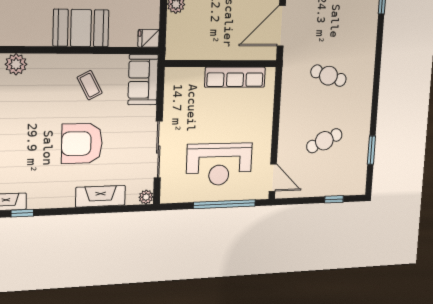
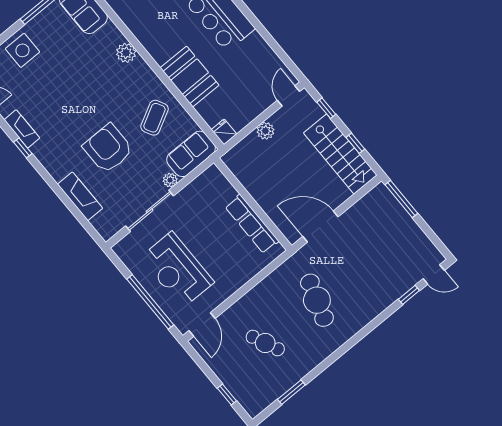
cafe table: (329, 76) -> (317, 300), width x1.37, depth x1.35
coffee table: (90, 85) -> (154, 118), width x1.36, depth x1.30
plant: (146, 197) -> (170, 180), moved

